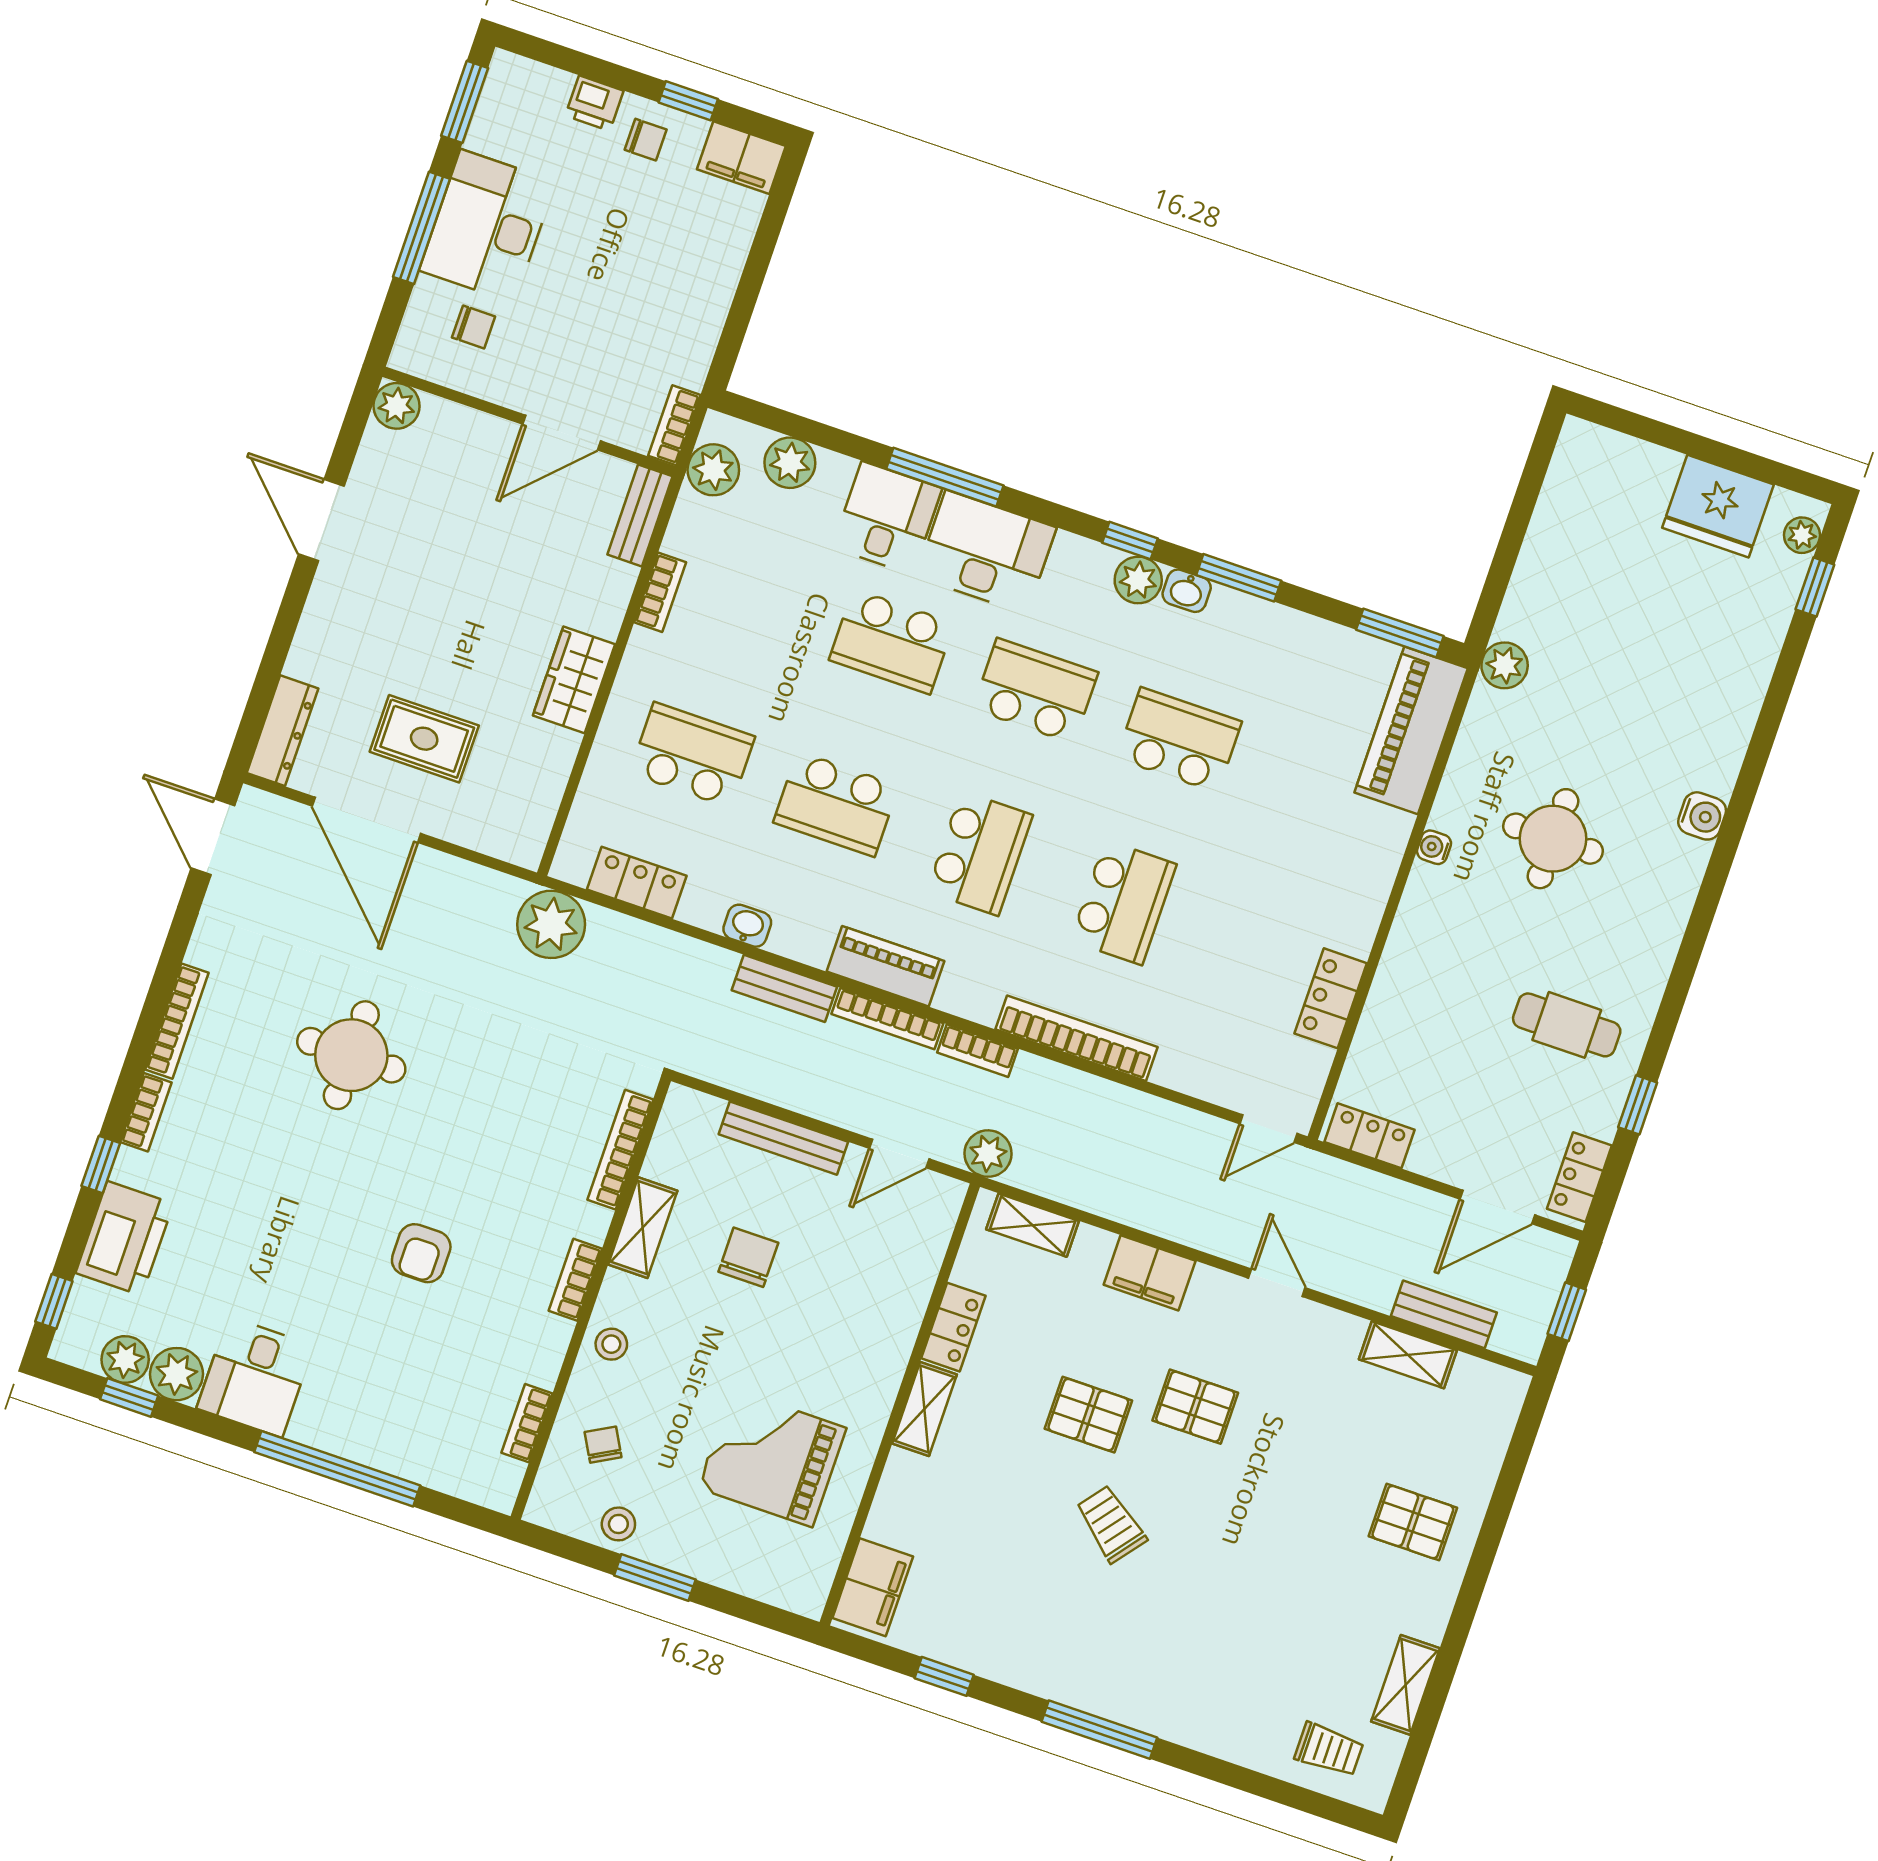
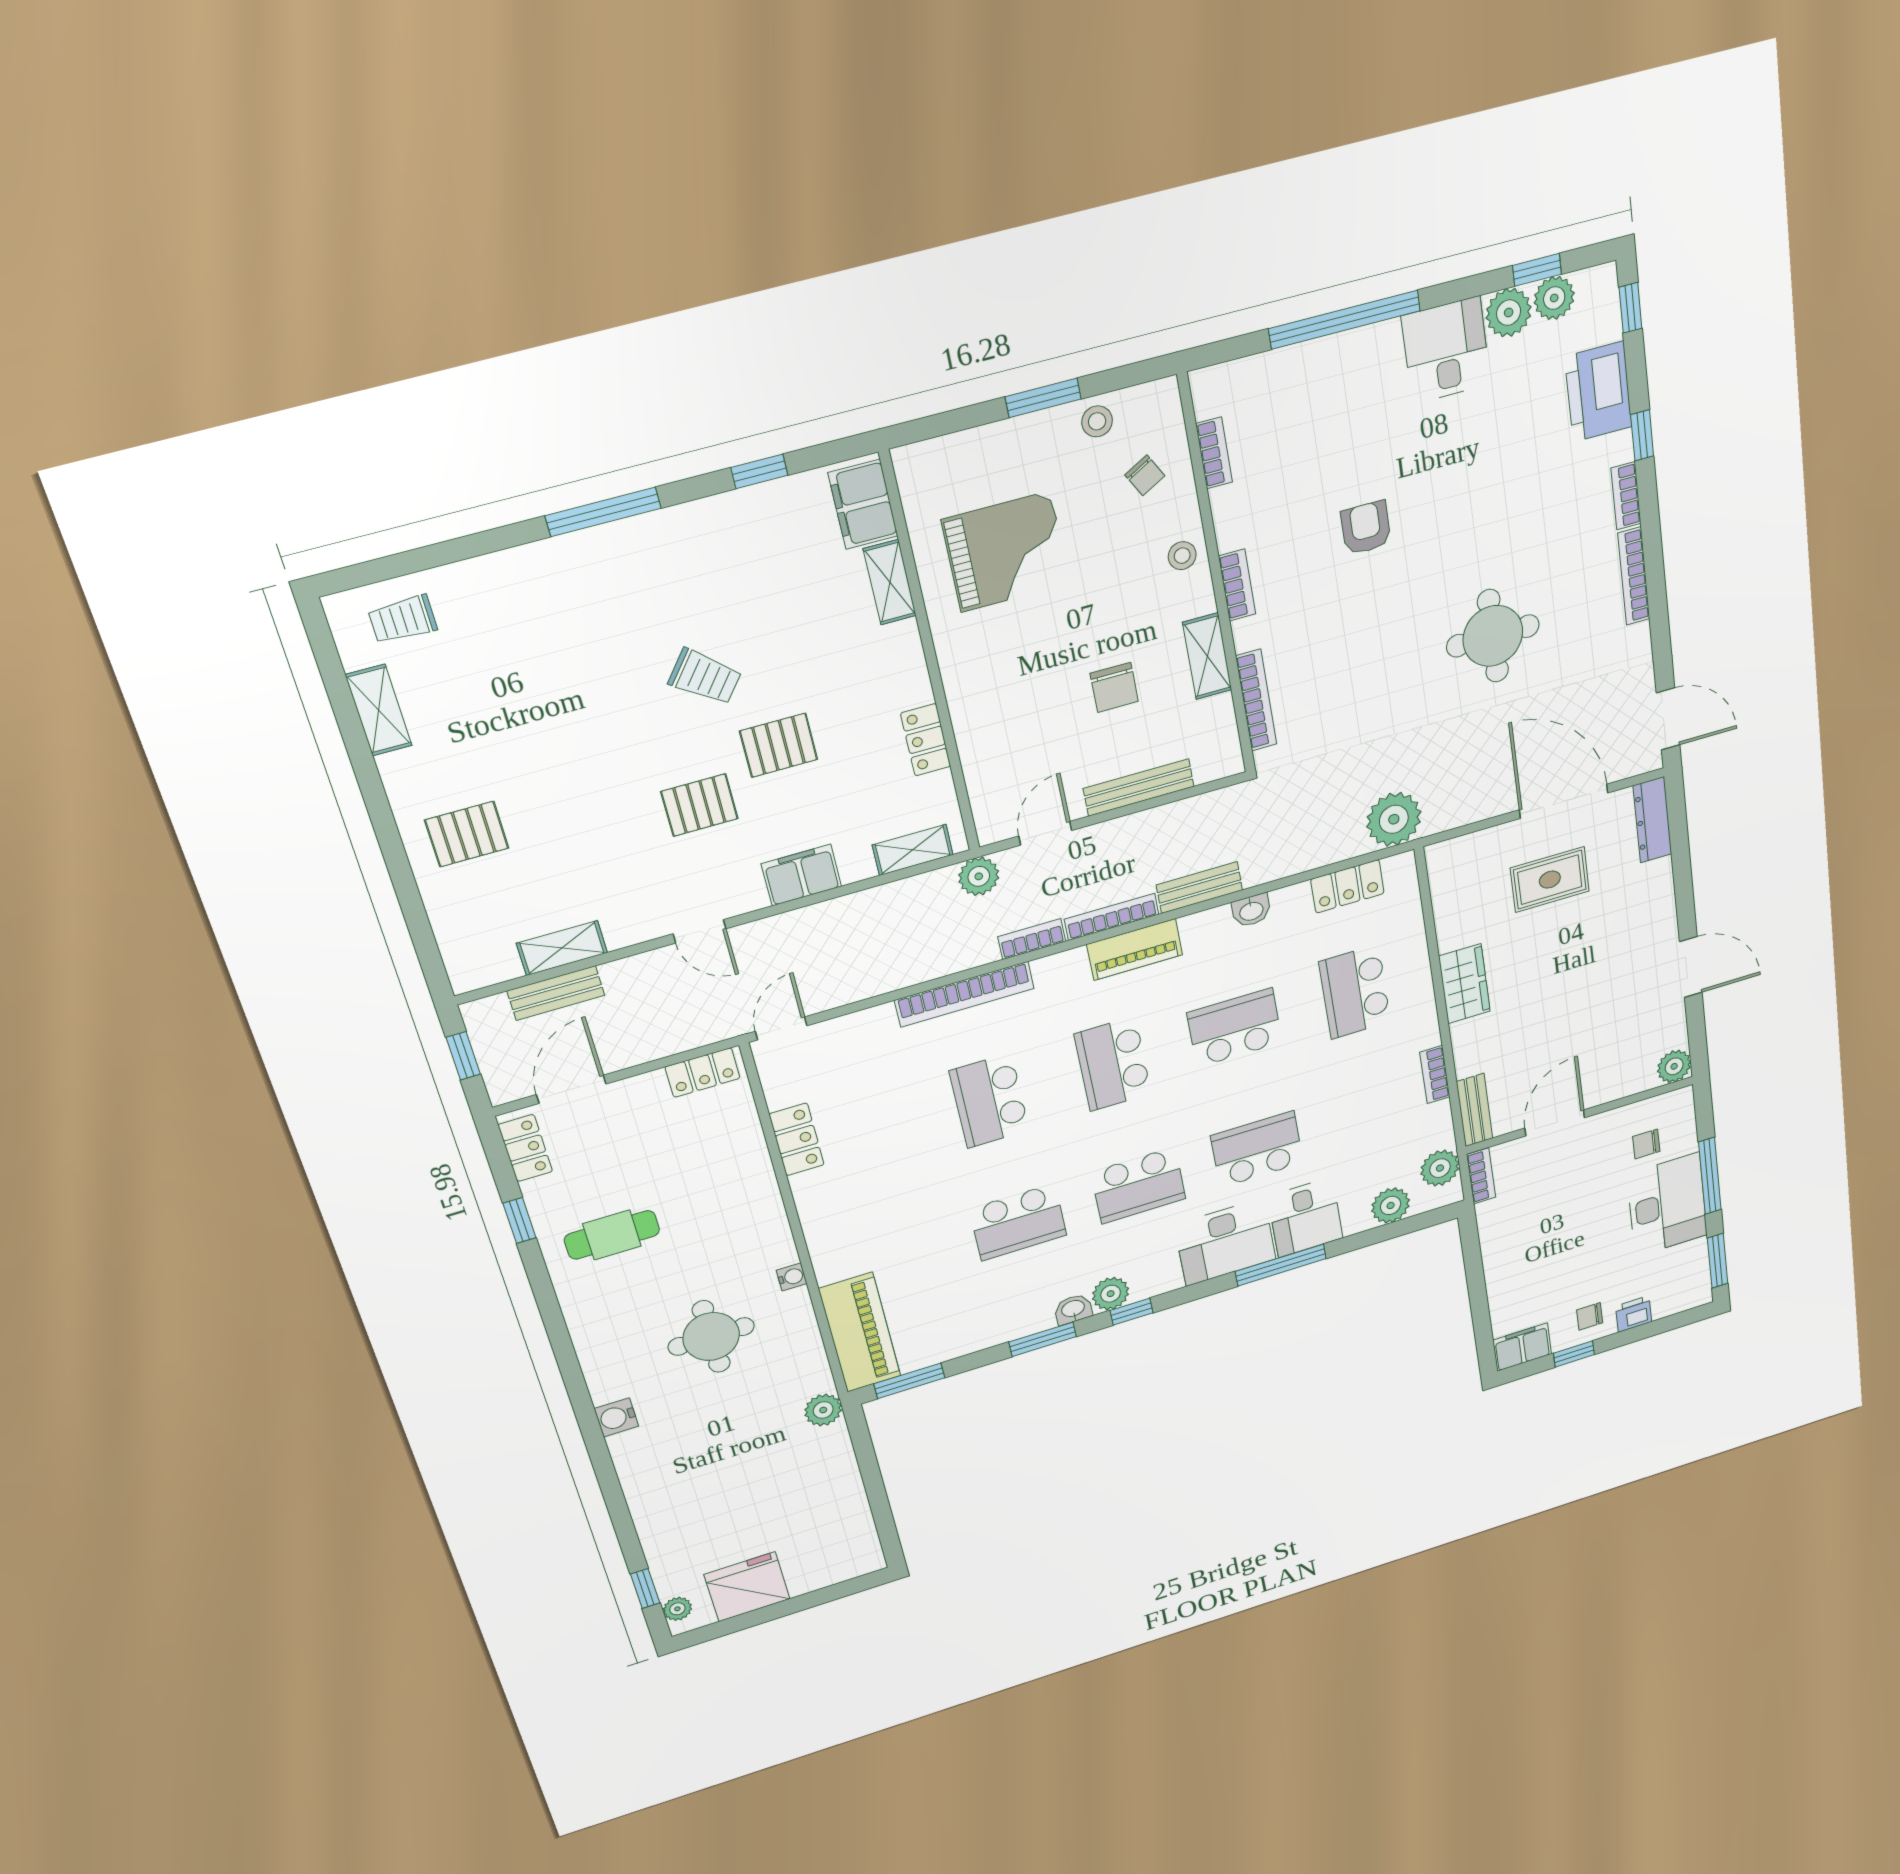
school desk: (692, 755) -> (1355, 992), turned 90
shelving: (924, 1409) -> (890, 582), moved

